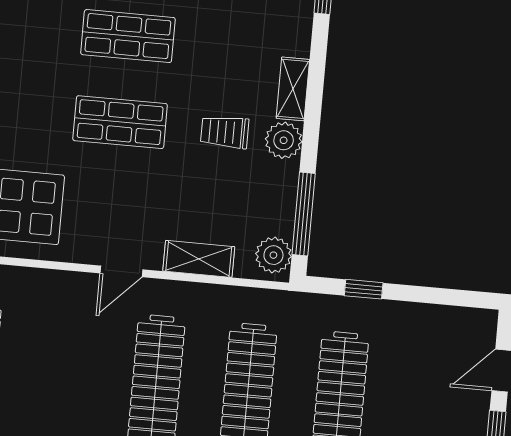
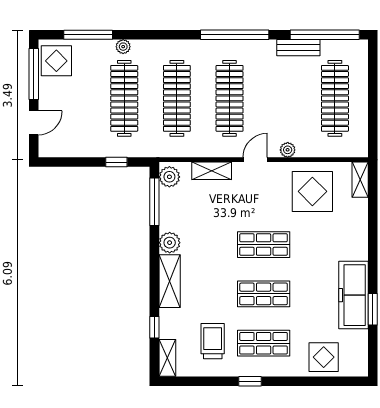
shelving: (293, 89) -> (170, 281), width x1.50, depth x1.33
trolley: (225, 132) -> (204, 244), removed
plant: (63, 283) -> (288, 150), added

